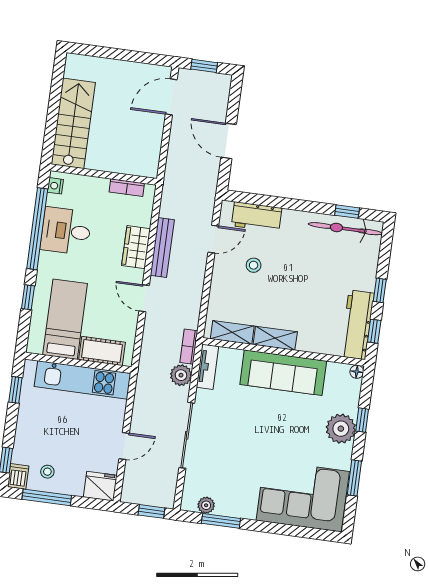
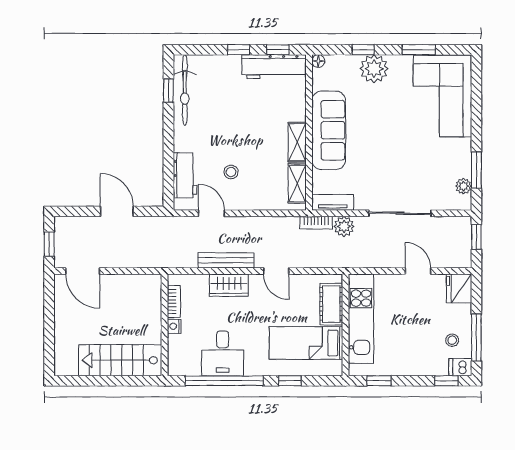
door: (229, 141) -> (117, 211), swing flipped
nightstand: (55, 186) -> (174, 326), moved, turned 90
door: (144, 298) -> (276, 271), hinge flipped

